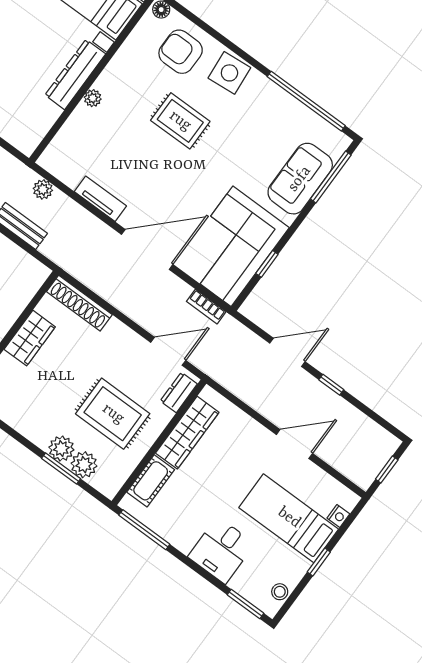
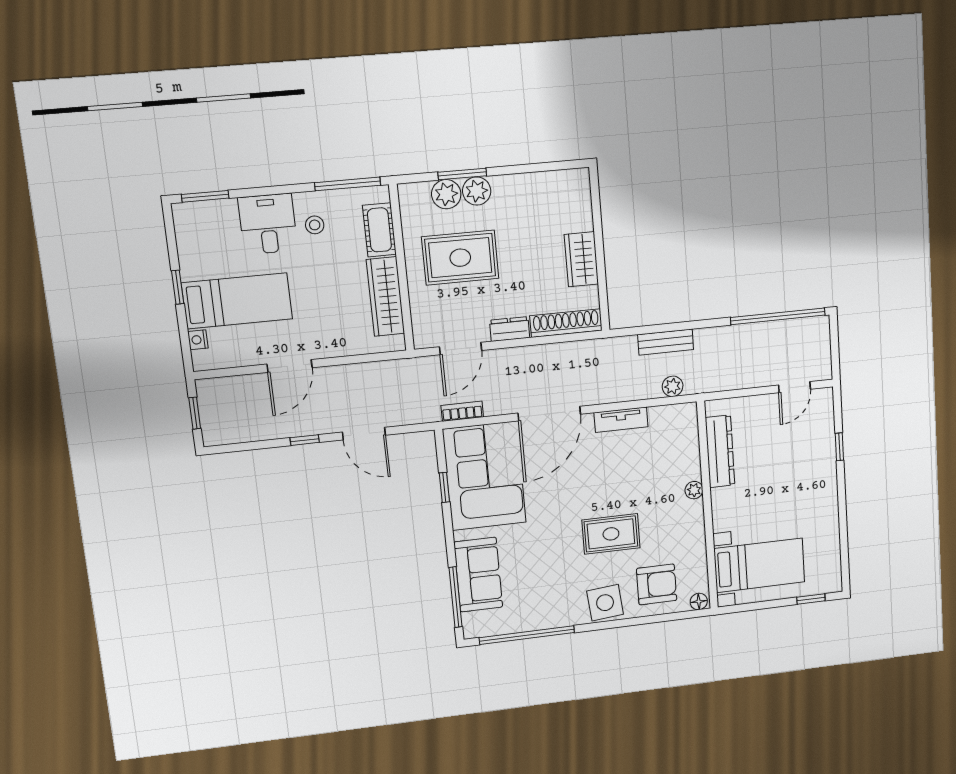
dresser: (75, 74) -> (720, 451), moved
door: (287, 352) -> (364, 434), hinge flipped
dresser: (179, 392) -> (510, 329), moved, turned -90
stool: (280, 592) -> (315, 225), moved

